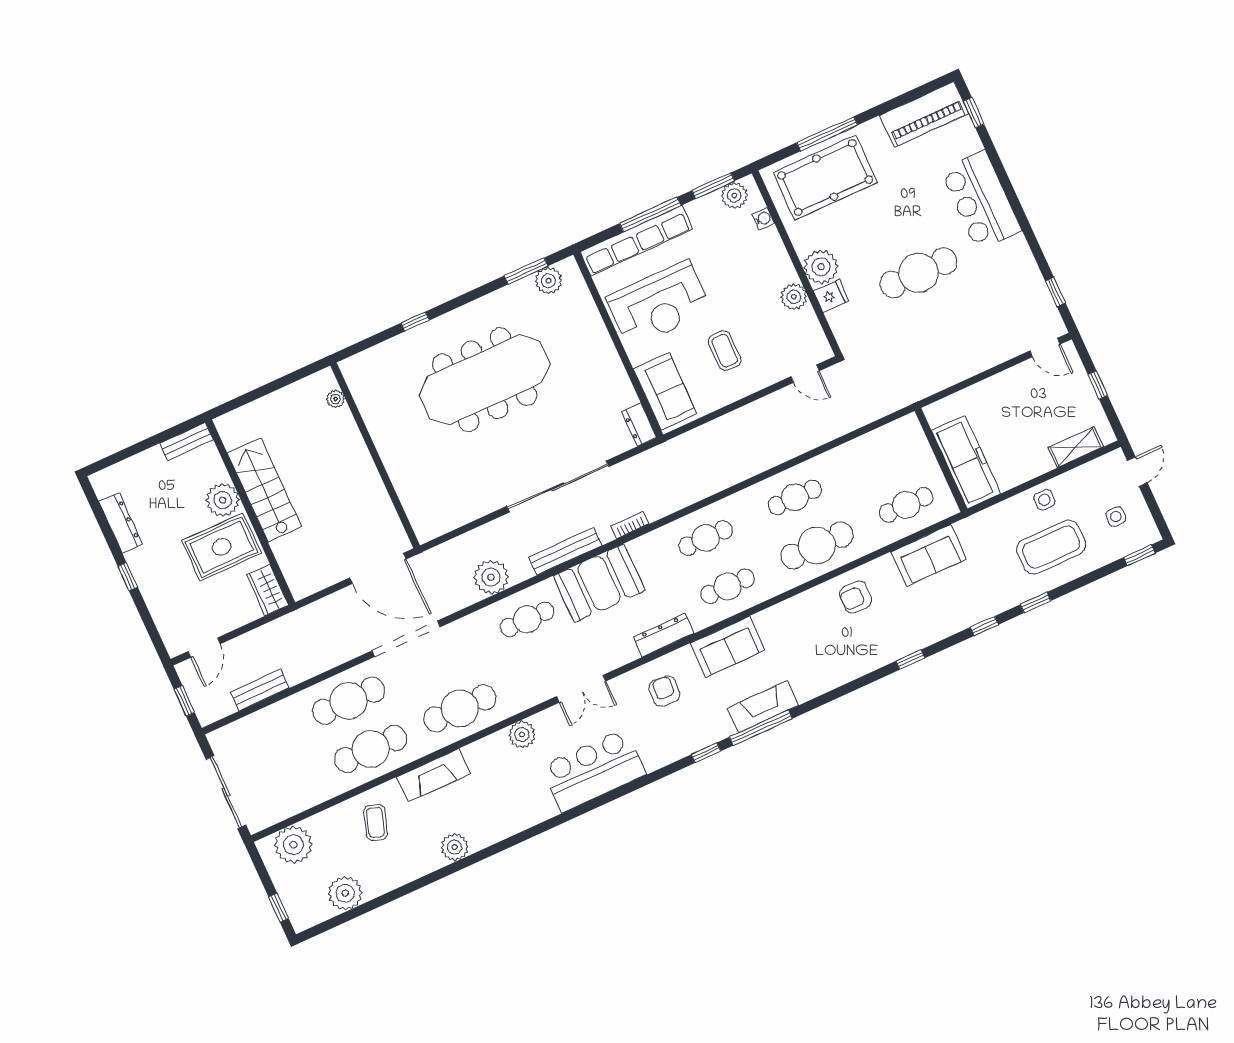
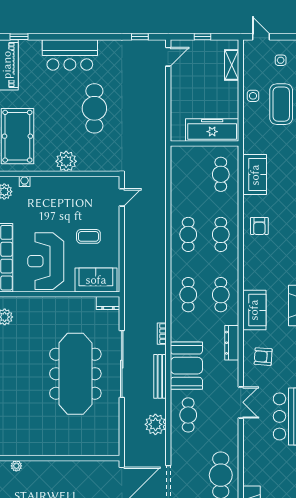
fridge: (831, 296) -> (85, 163), removed
plant: (794, 297) -> (76, 184), removed
reception desk: (659, 304) -> (46, 261), turned 180
meeting table: (485, 380) -> (75, 374), moved
cafe table: (817, 546) -> (221, 234), width x0.73, depth x0.74
plant: (522, 734) -> (251, 447), removed

